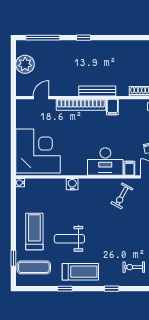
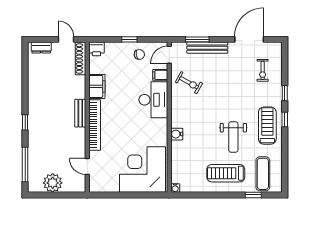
bench: (97, 91) -> (80, 113), width x0.73
filing cabinet: (112, 107) -> (97, 86), width x2.00
window: (65, 289) -> (285, 120), moved

